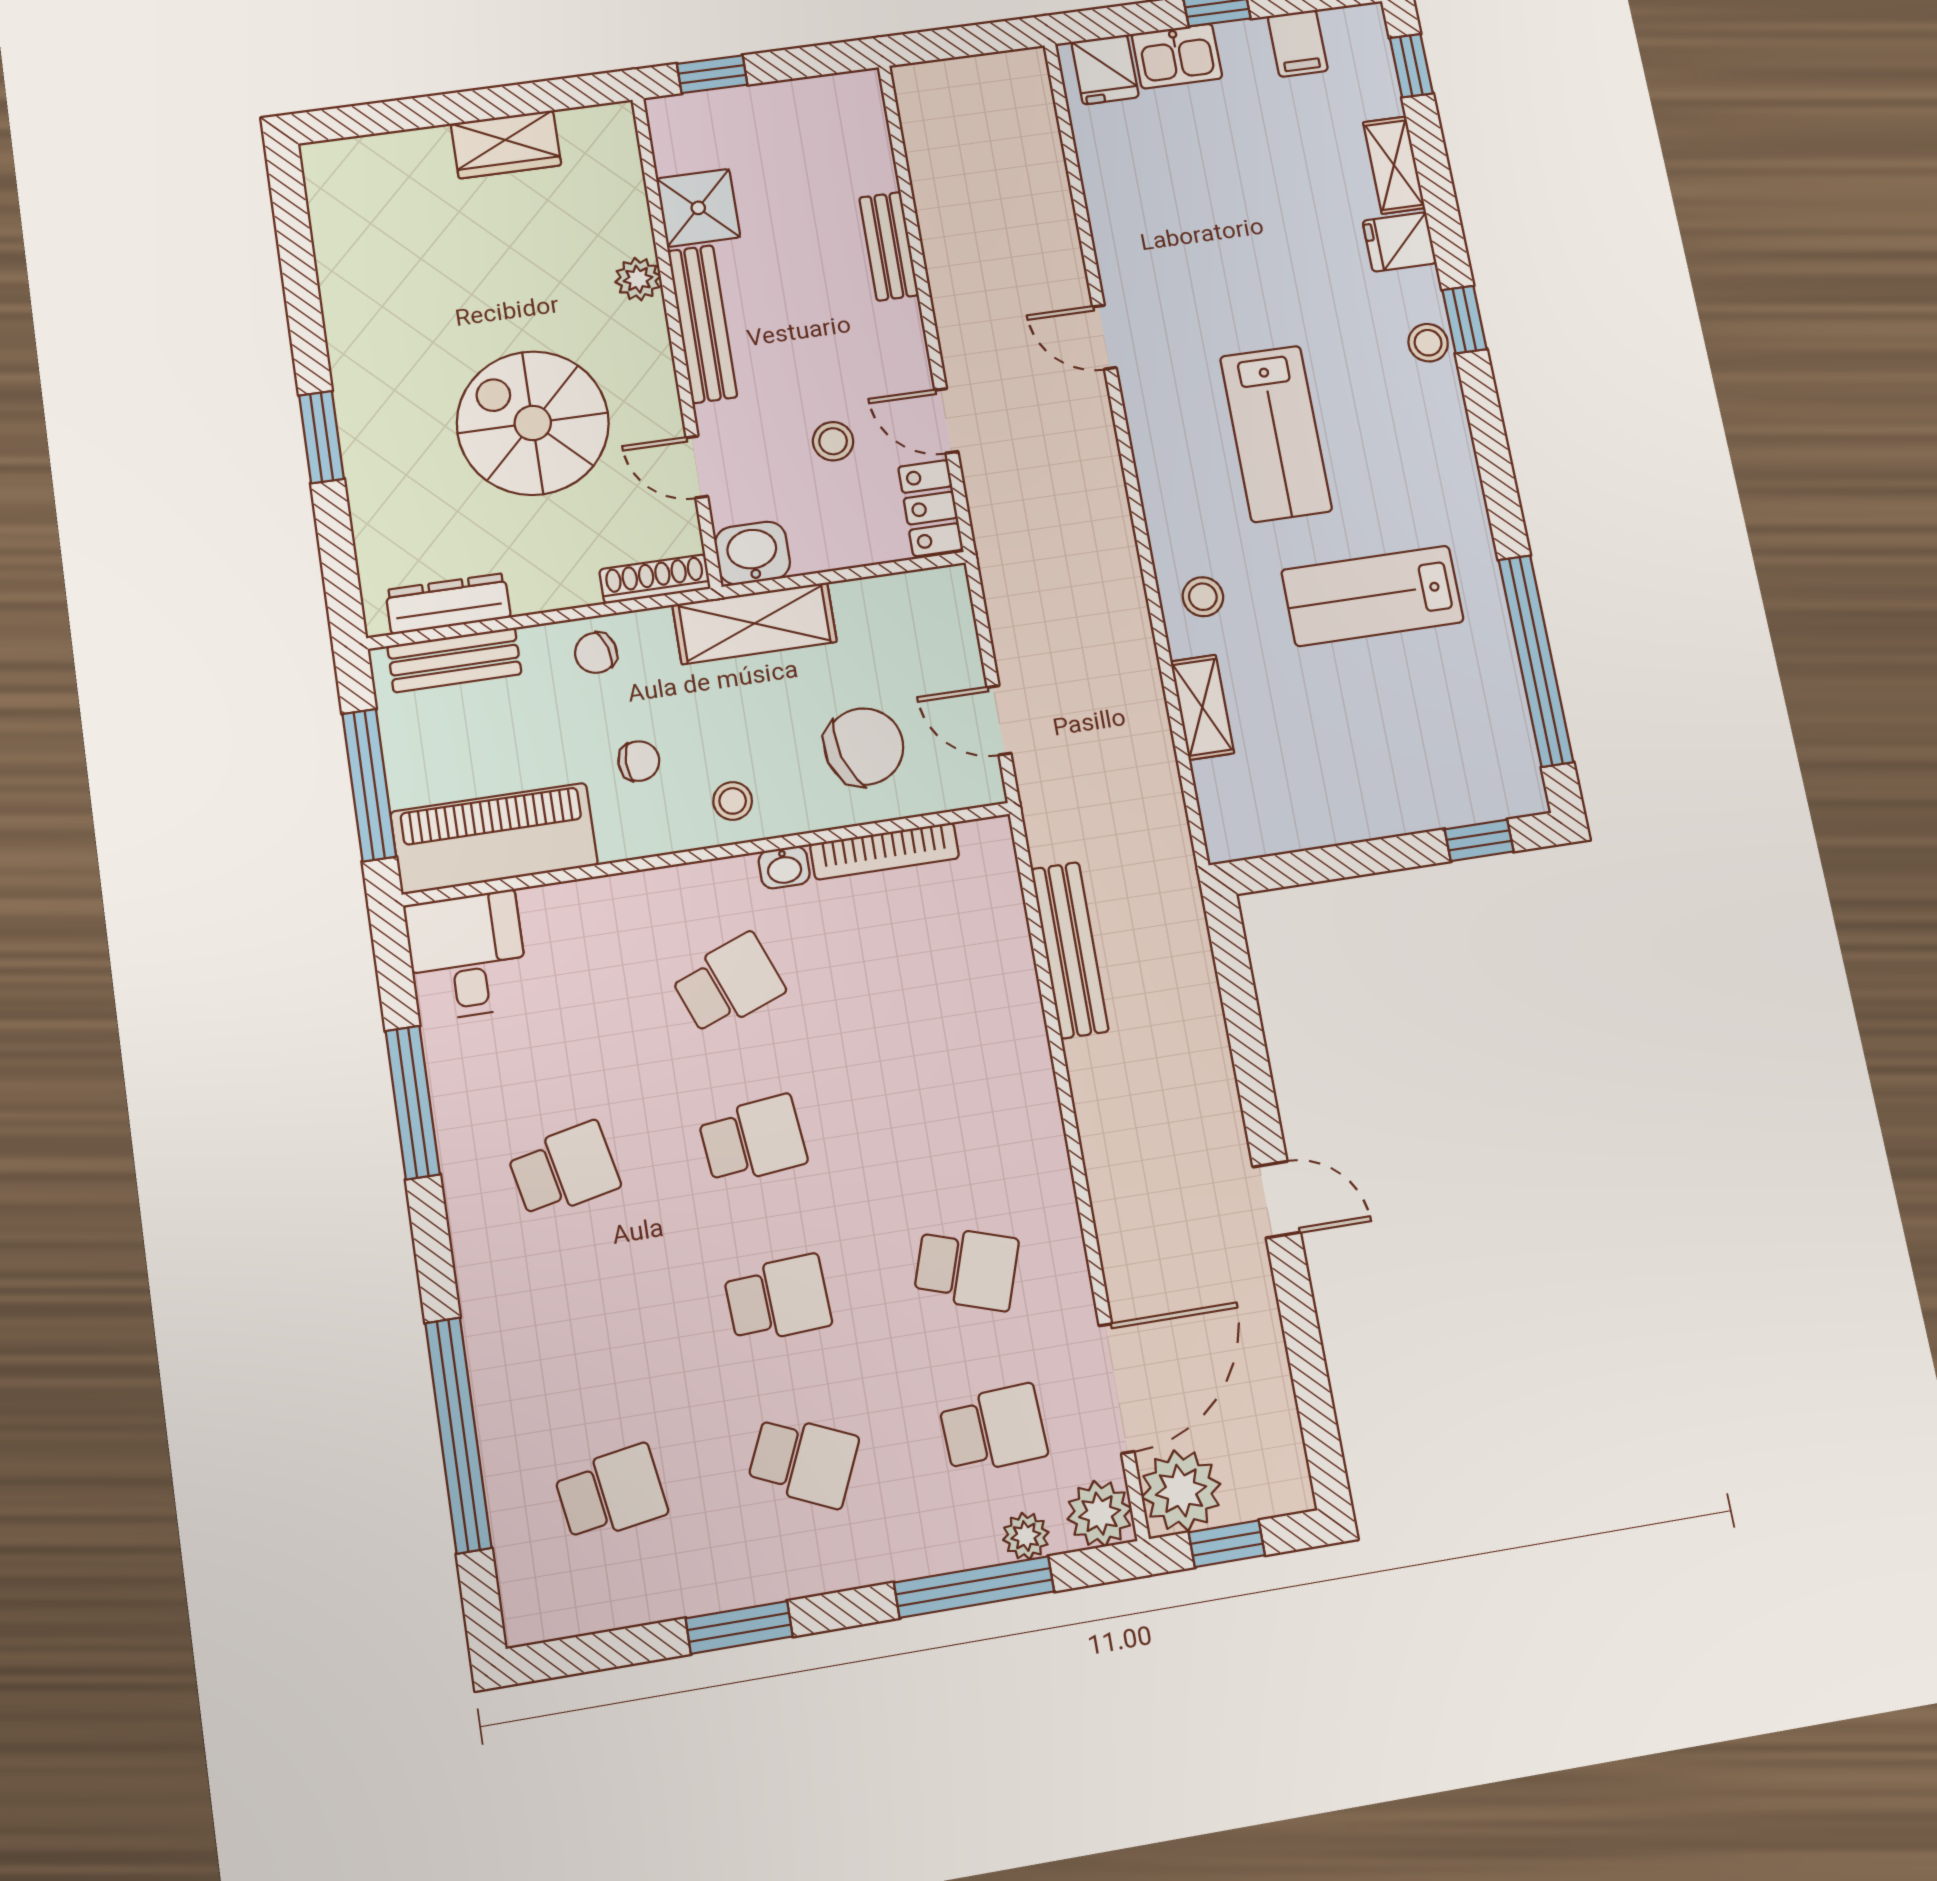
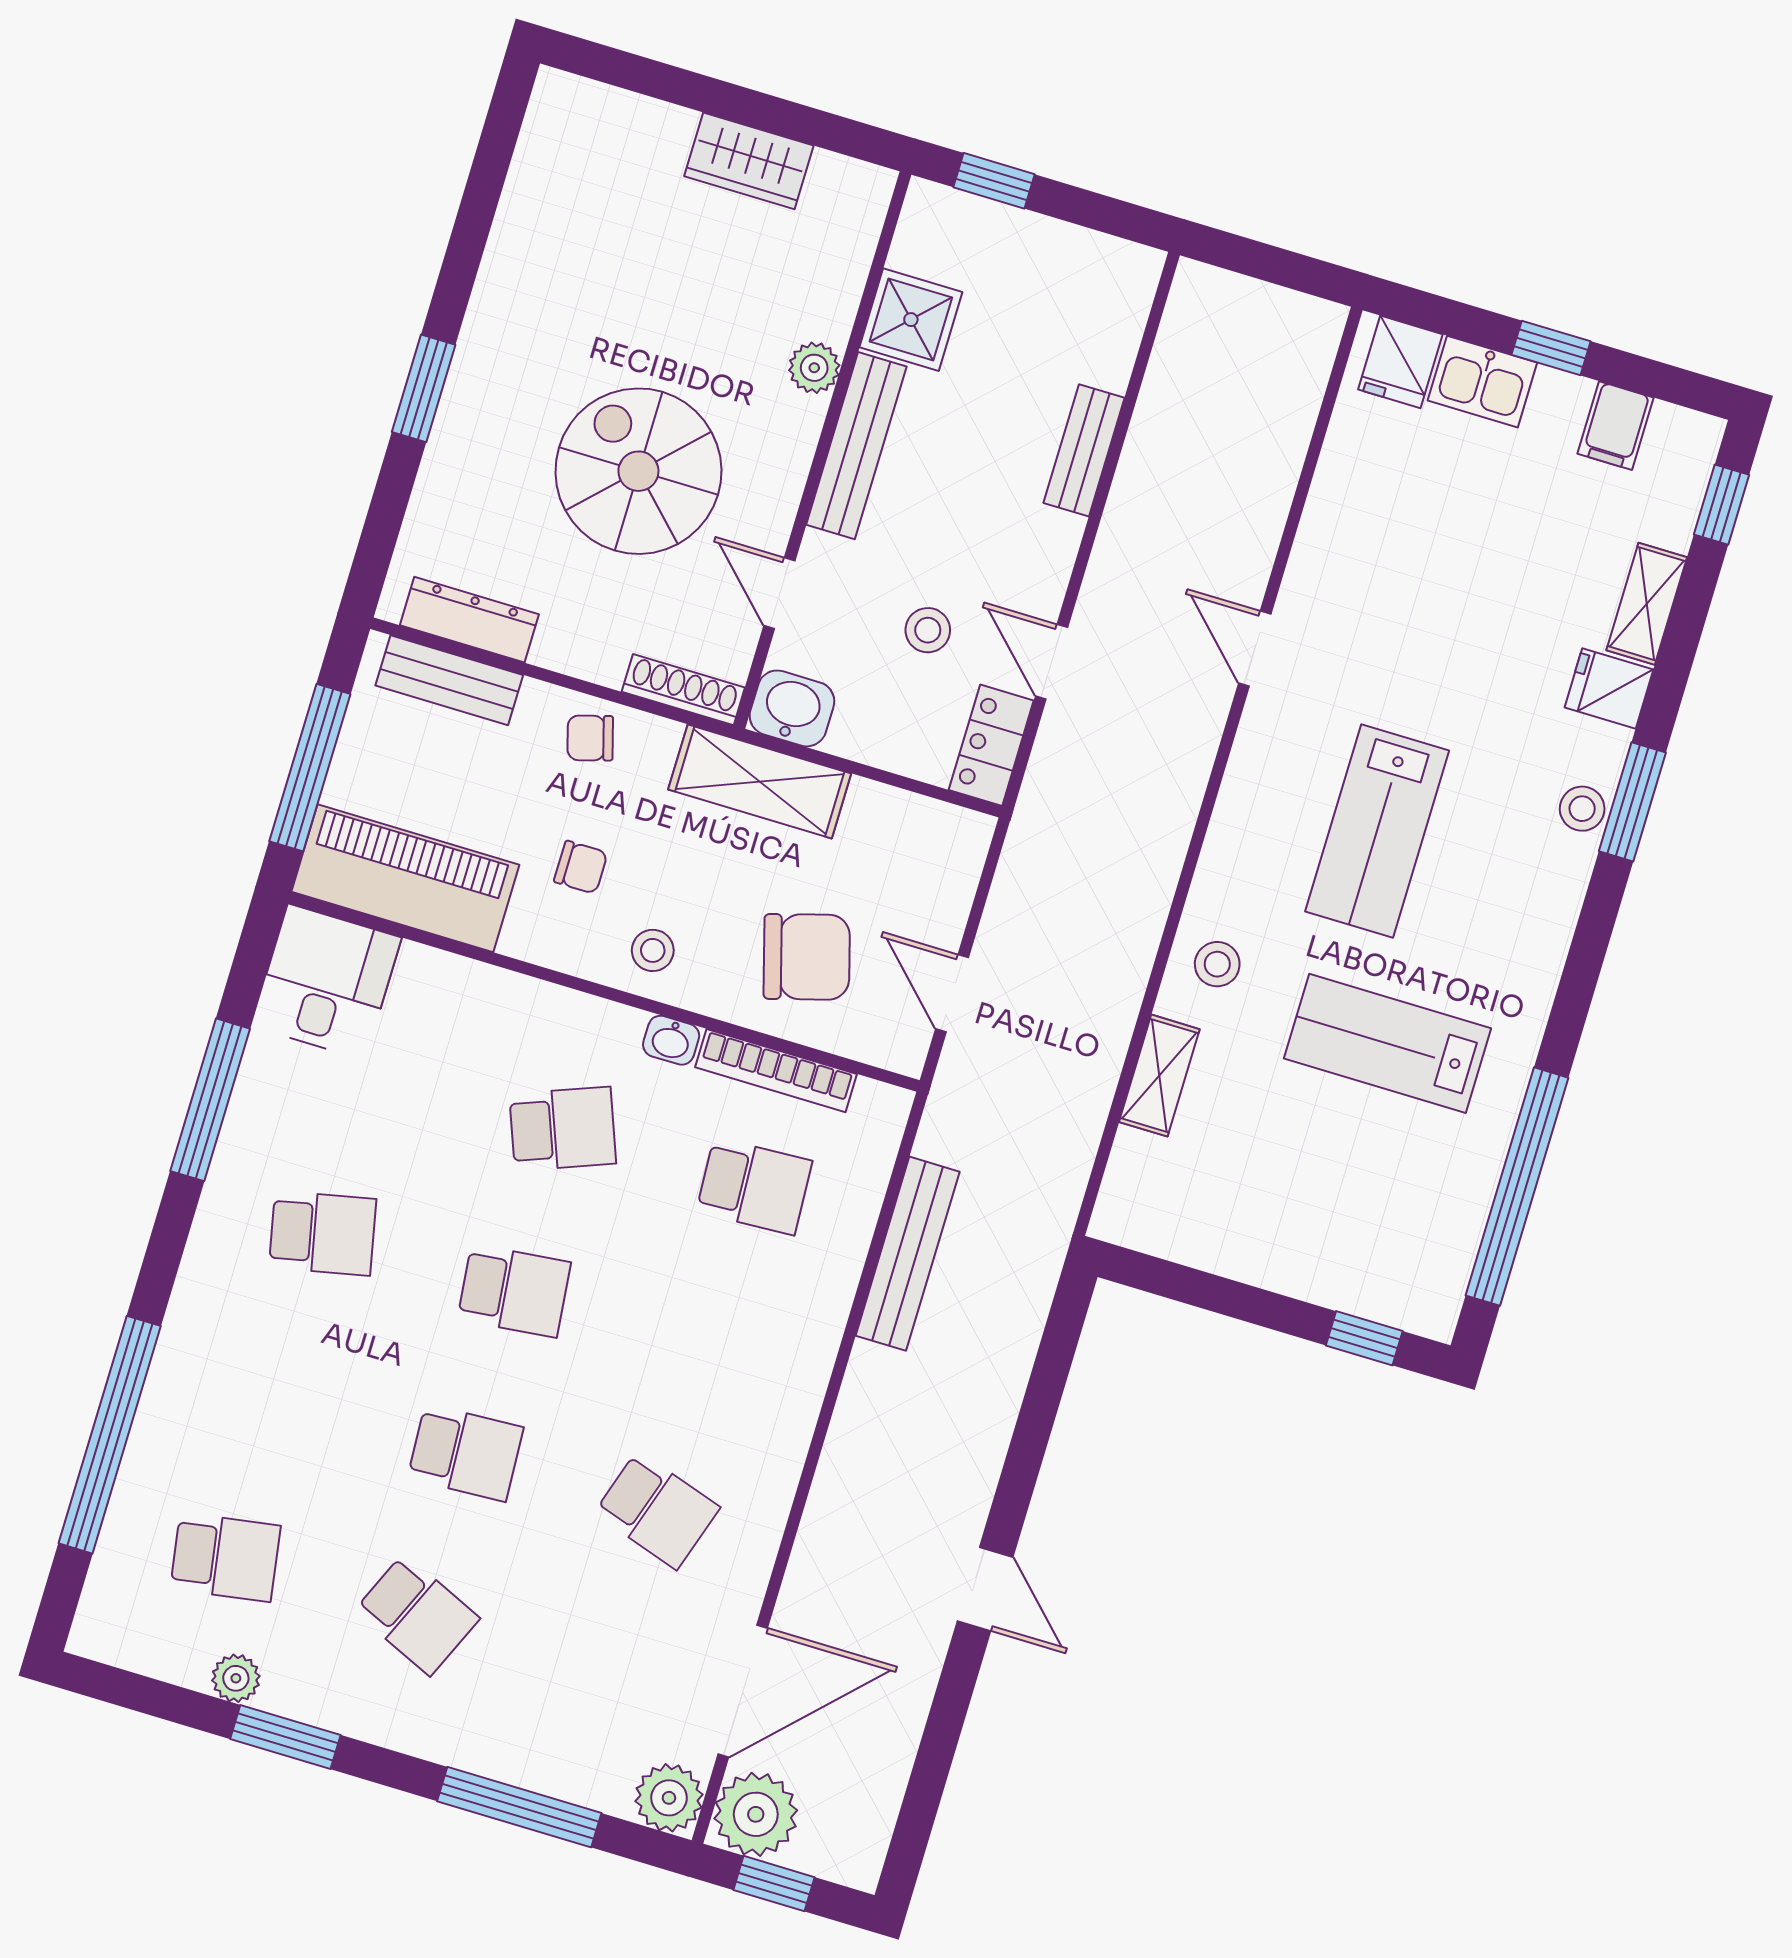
window: (1464, 320) -> (1632, 802), width x1.50
school desk: (993, 1429) -> (754, 1186), moved
plant: (1026, 1536) -> (236, 1678), moved

